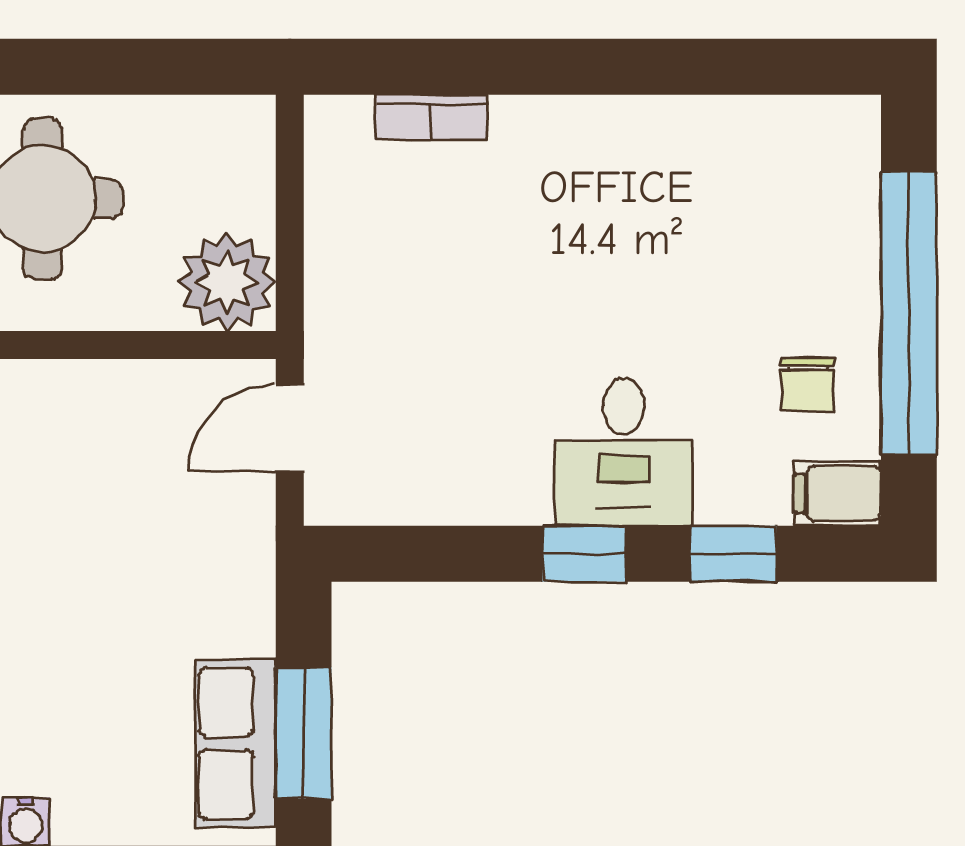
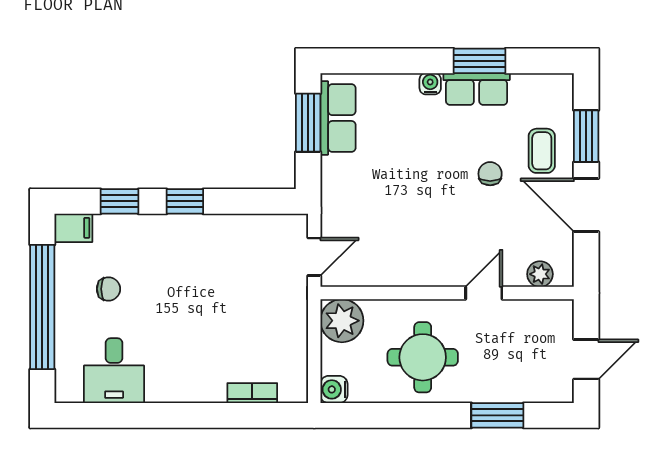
water cooler: (245, 125) -> (334, 389), added
chair: (808, 384) -> (108, 289), moved, turned 90
desk: (624, 452) -> (114, 371), moved, turned 180

